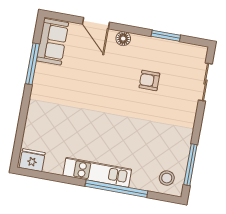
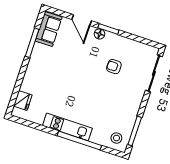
window: (166, 36) -> (108, 29), moved
sliding door: (205, 82) -> (154, 73), width x1.37
fridge: (32, 160) -> (23, 101), moved, turned 90

